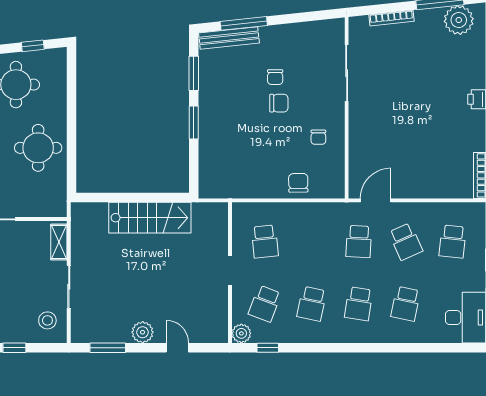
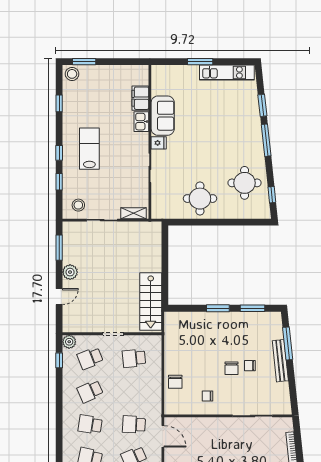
bench: (229, 38) -> (280, 361), moved
chair: (298, 183) -> (175, 382), turned 91
stairs: (150, 218) -> (151, 302), moved
school desk: (265, 304) -> (90, 358), turned -42
school desk: (312, 304) -> (90, 391), turned -36

